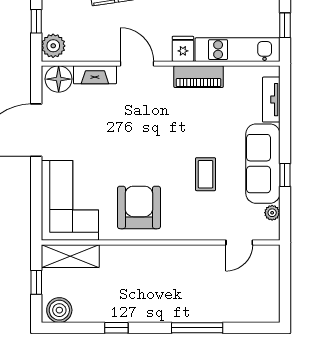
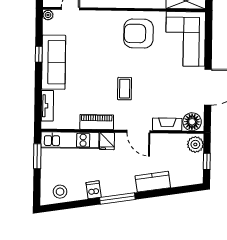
window: (285, 25) -> (37, 156), width x1.50
coffee table: (206, 174) -> (125, 89), moved
armchair: (139, 207) -> (138, 34), turned 90
plant: (272, 213) -> (48, 15), moved

